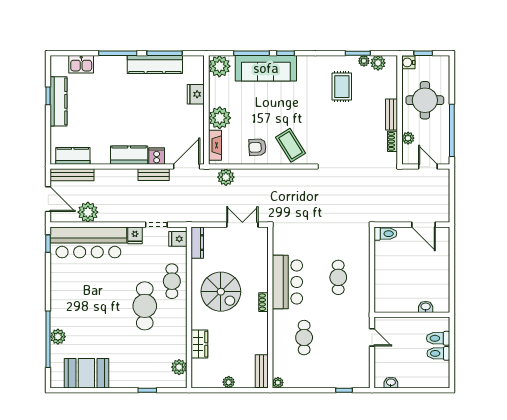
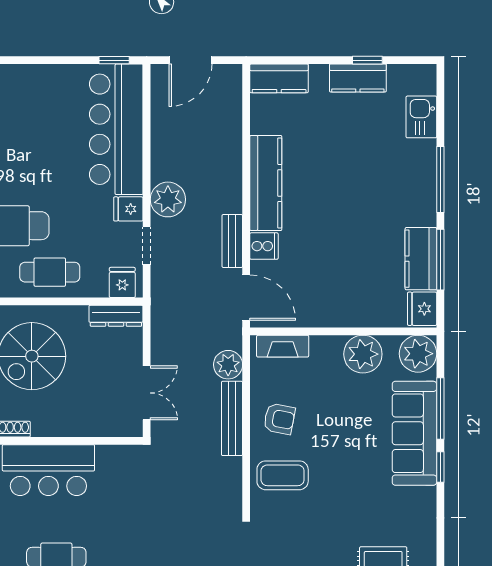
kitchen counter: (155, 65) -> (421, 259), width x0.67
fridge: (196, 94) -> (422, 309), moved, turned -90
kitchen counter: (58, 101) -> (358, 78), width x0.67
plant: (220, 118) -> (363, 354), moved
coffee table: (290, 145) -> (283, 475), turned 32
armchair: (257, 147) -> (279, 419), turned 104
kitchen counter: (129, 155) -> (266, 183), width x1.50
kitchen counter: (73, 156) -> (279, 78), moved, turned 90
bench: (72, 175) -> (232, 418), moved
plant: (88, 212) -> (168, 199), moved

